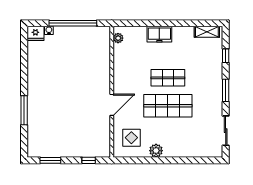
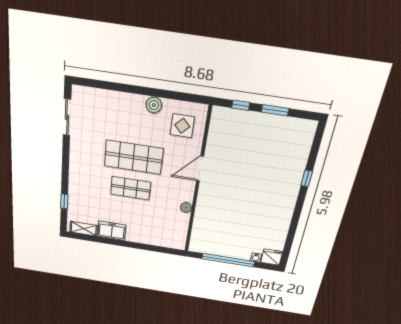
freezer: (159, 34) -> (112, 231), moved
plant: (118, 38) -> (186, 207), moved
window: (226, 90) -> (65, 164), removed
window: (24, 110) -> (307, 178), width x0.46
window: (50, 160) -> (275, 110), moved

